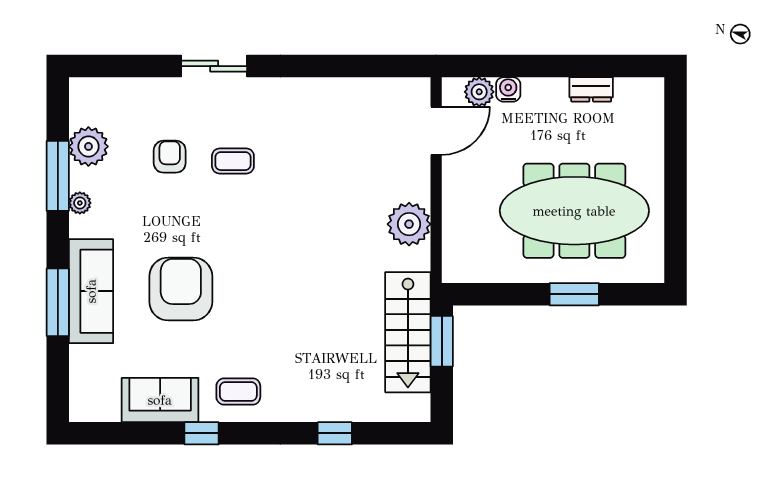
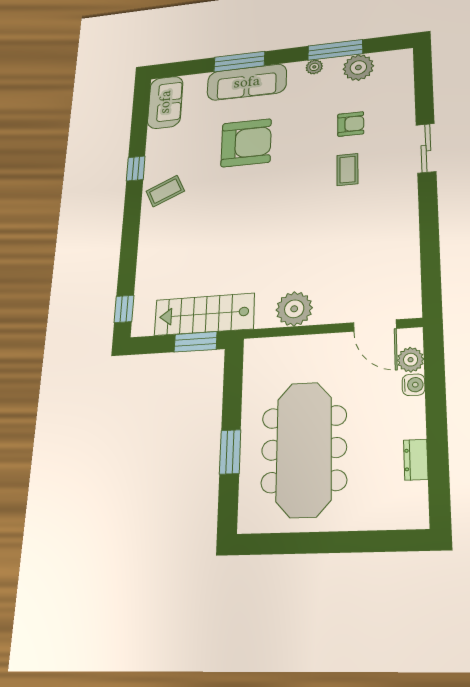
coffee table: (238, 391) -> (165, 191), turned 65
sofa: (160, 400) -> (165, 102), moved
window: (335, 433) -> (124, 309), moved

